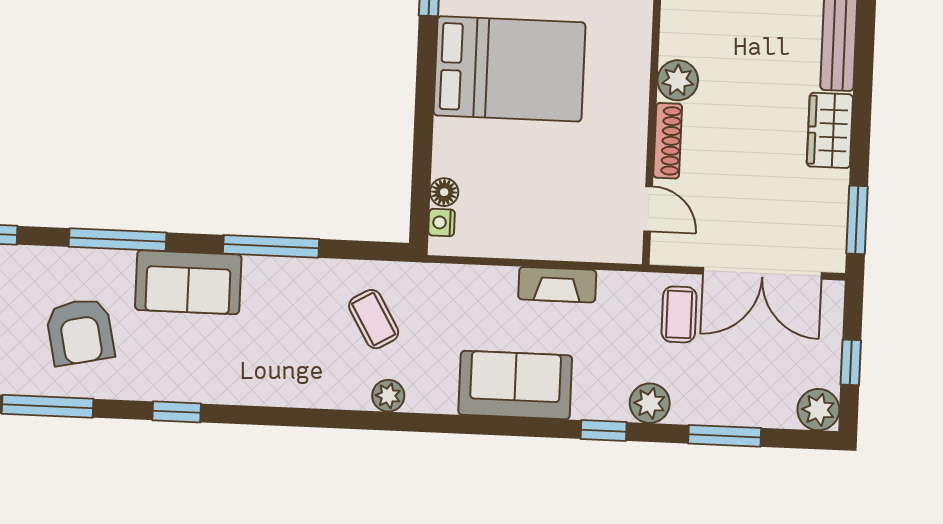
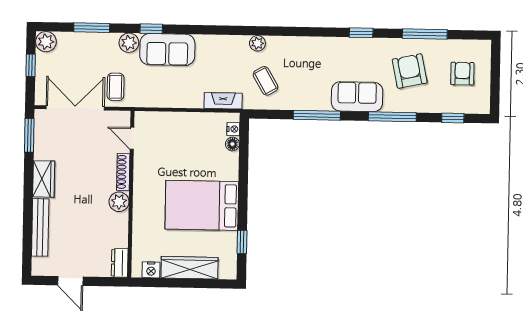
fireplace: (557, 285) -> (223, 101), moved
sofa: (515, 385) -> (167, 50), moved

